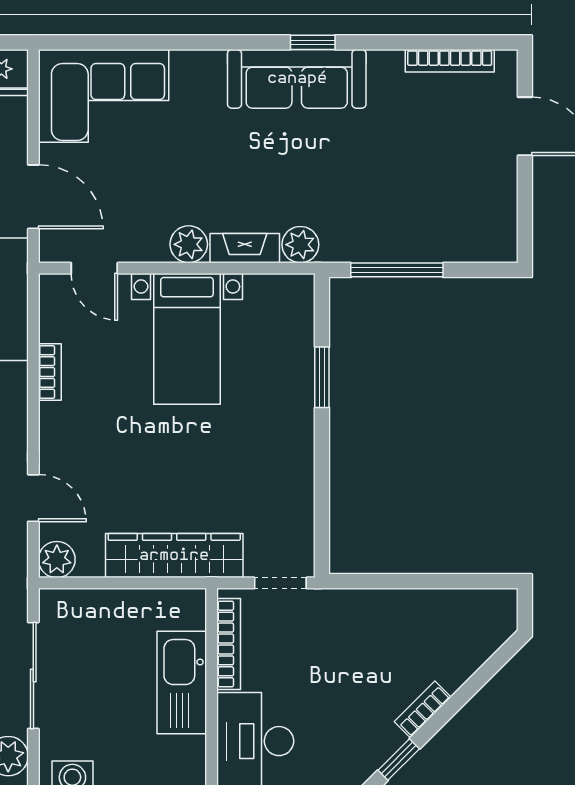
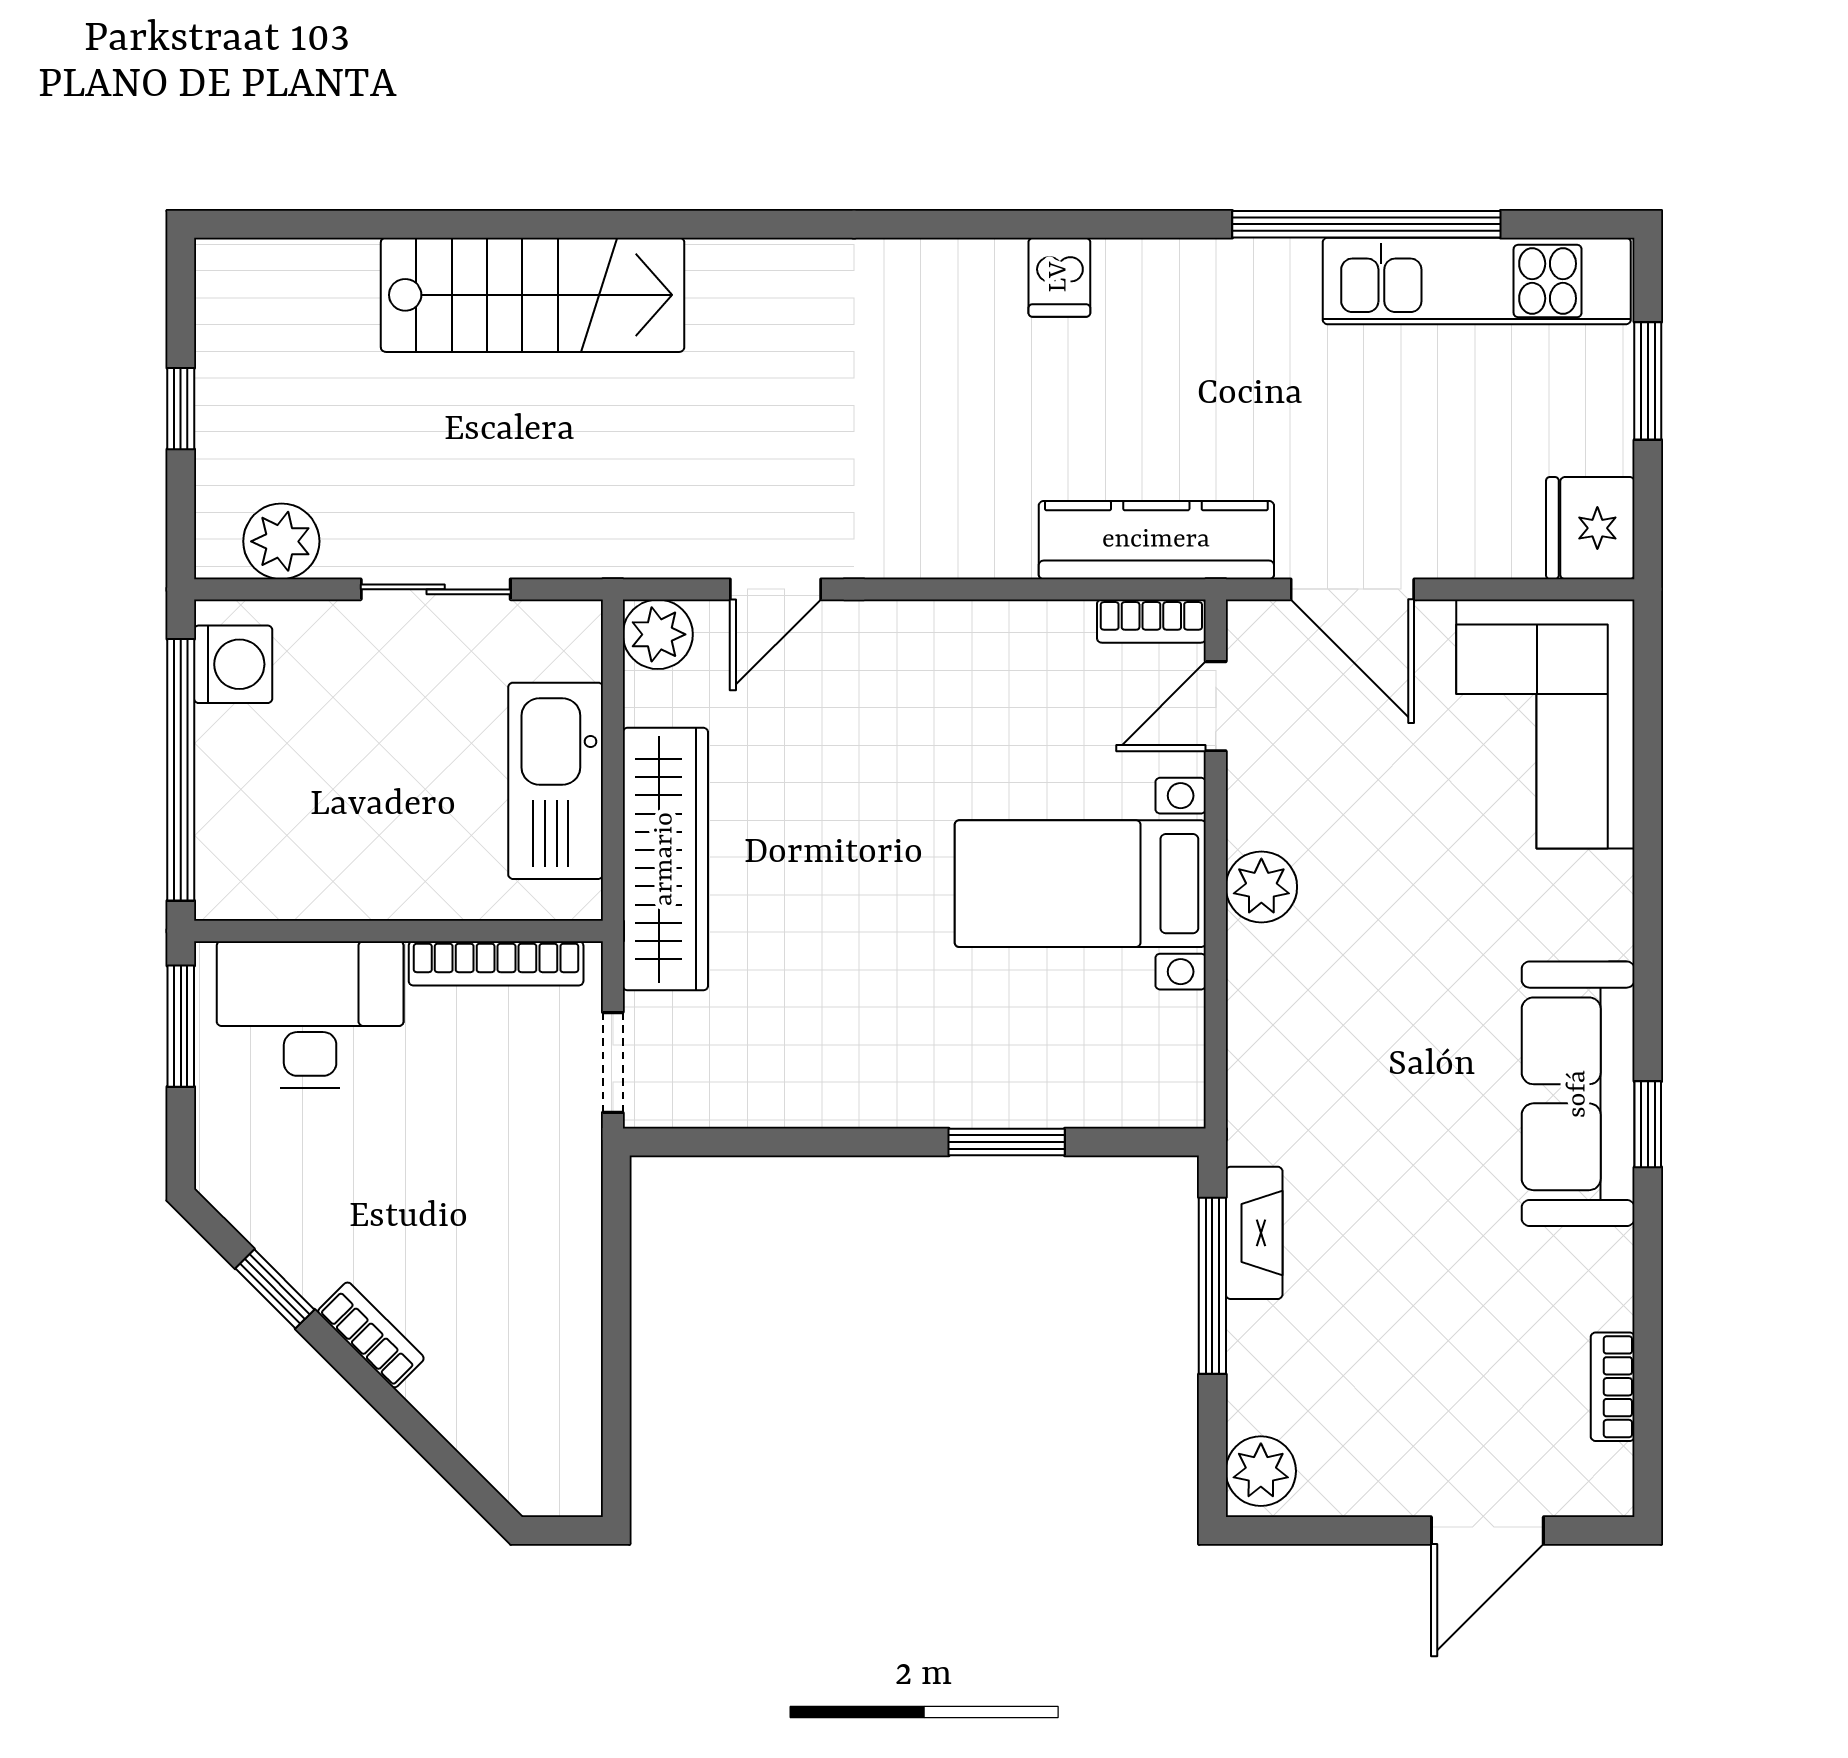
bookcase: (450, 61) -> (1613, 1387), width x0.64
door: (33, 197) -> (1352, 589), hinge flipped
plant: (300, 245) -> (1261, 1471), moved
fireplace: (245, 248) -> (1254, 1233), moved
bookcase: (50, 372) -> (1151, 621), moved
sliding door: (33, 675) -> (436, 589), width x0.73
kitchen sink: (182, 683) -> (556, 781), moved, turned -90

